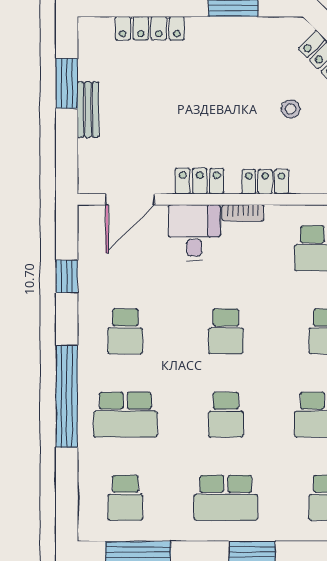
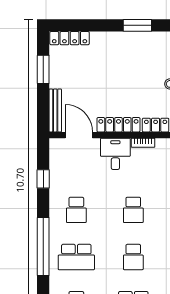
locker: (150, 28) -> (70, 38), moved
bench: (88, 110) -> (55, 110), moved, width x1.36
locker: (200, 181) -> (118, 125), width x1.53
door: (130, 199) -> (79, 135), swing flipped

